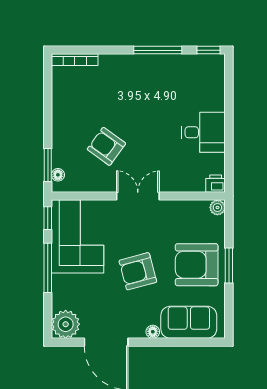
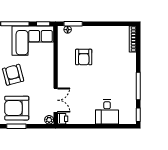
desk: (203, 132) -> (107, 112), moved
armchair: (106, 146) -> (84, 57), turned 144
double door: (138, 196) -> (56, 100), moved
armchair: (197, 265) -> (17, 108), turned -90

